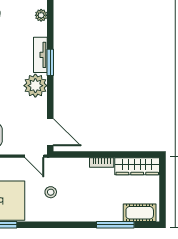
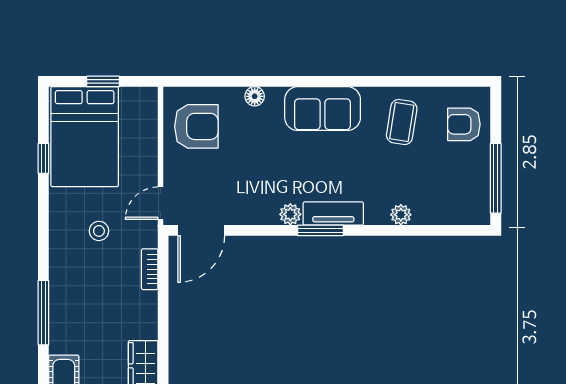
plant: (35, 86) -> (290, 214), width x0.53, depth x0.53
bookcase: (102, 162) -> (150, 269), moved
window: (115, 225) -> (43, 313), moved

